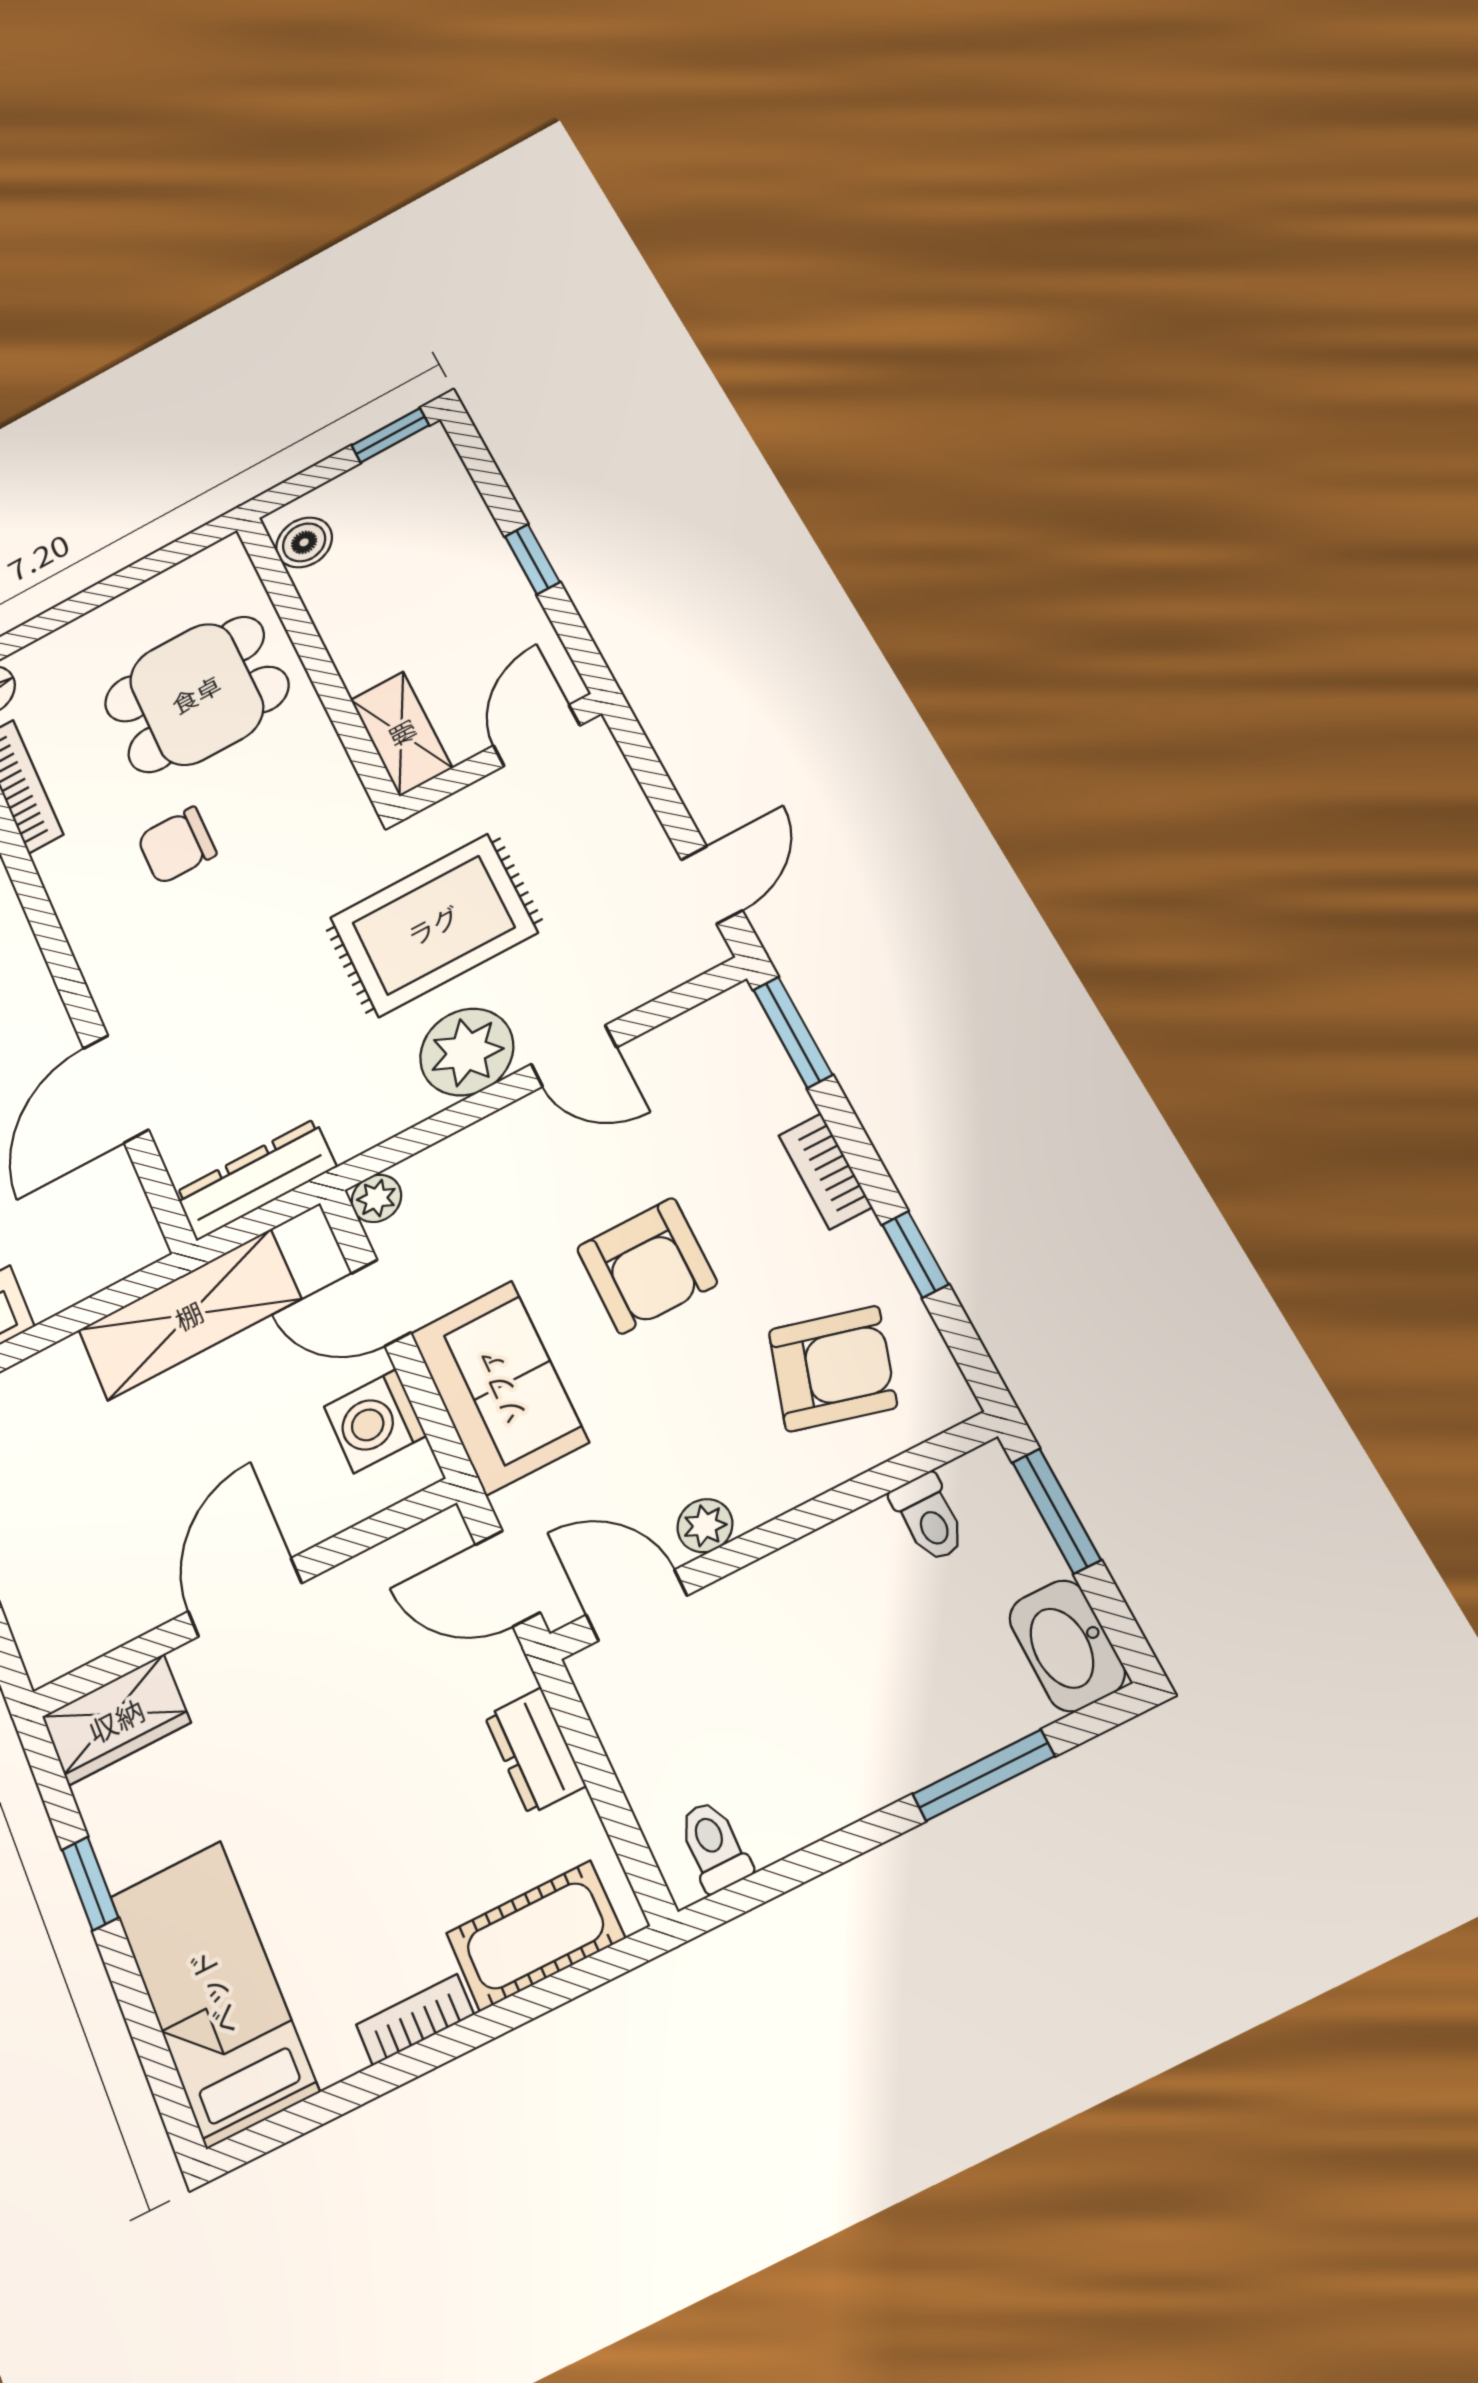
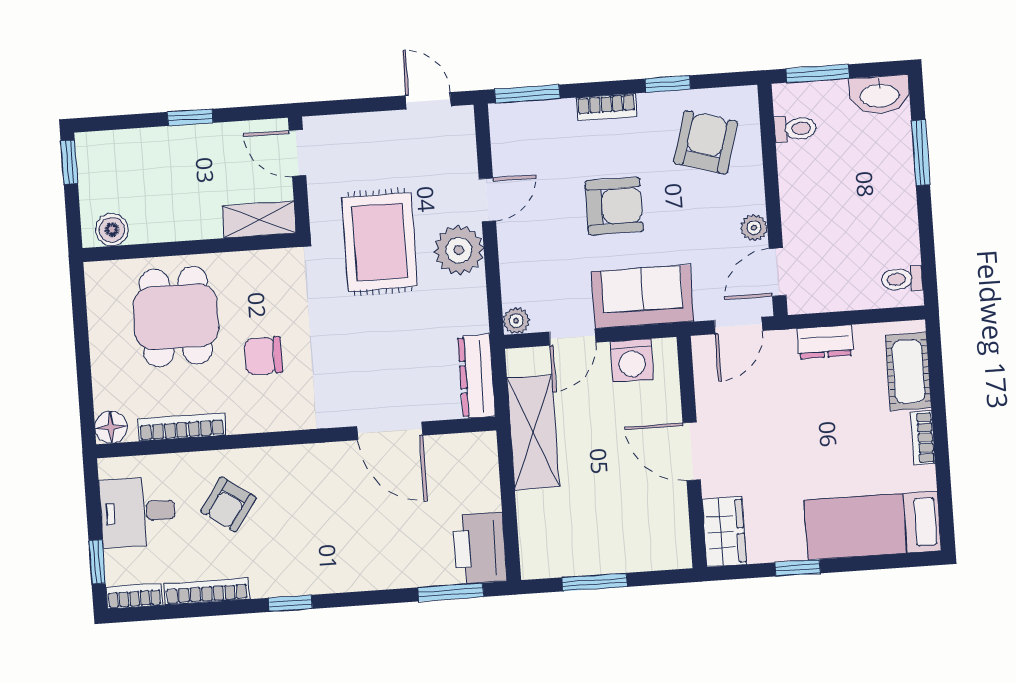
chair: (177, 846) -> (263, 356), turned 90

